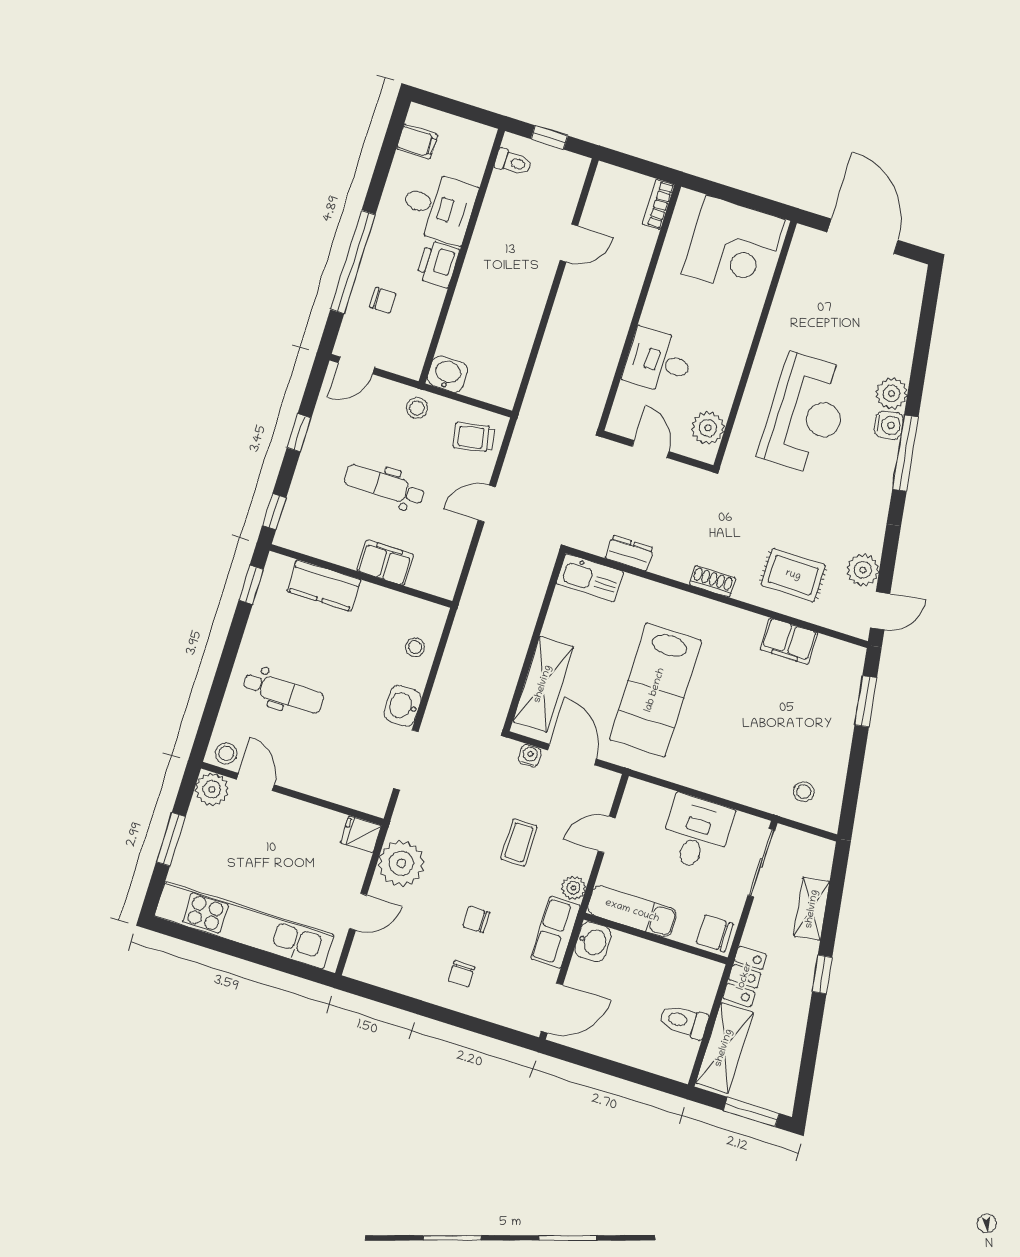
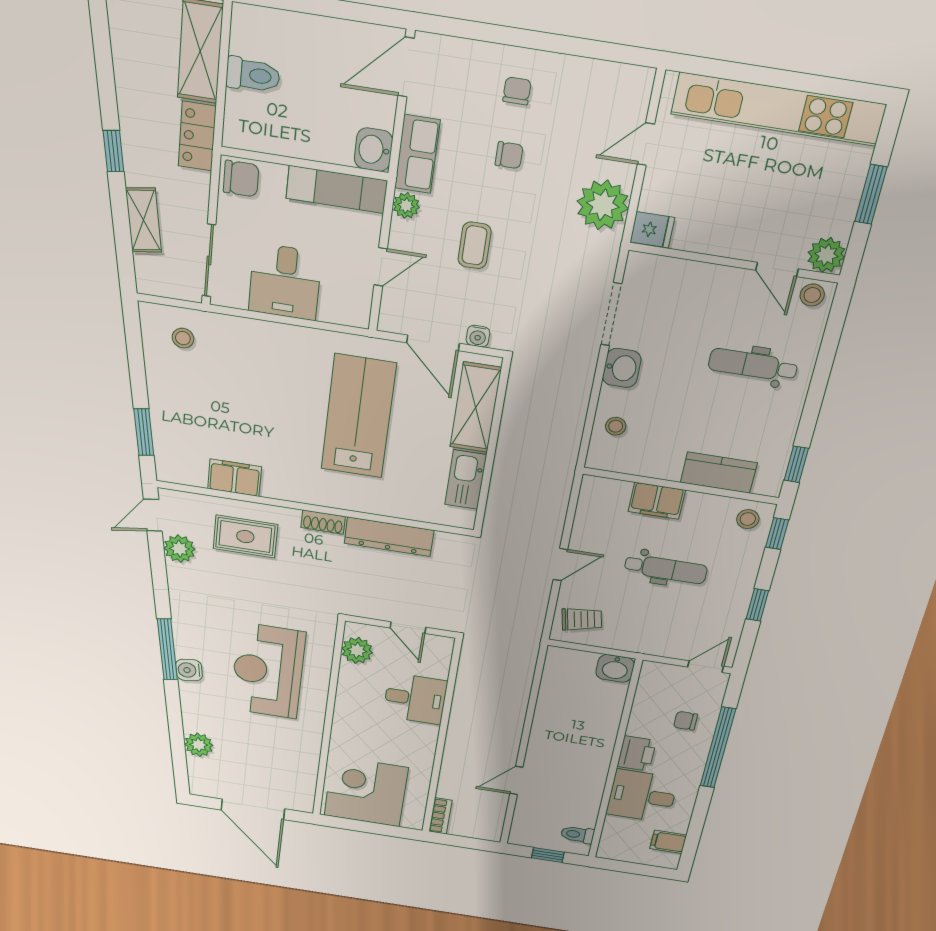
plant: (891, 393) -> (199, 745), moved
stool: (417, 408) -> (748, 519), moved
dresser: (629, 553) -> (389, 537), width x1.96, depth x1.24
kitchen sink: (590, 578) -> (466, 480), moved, turned -90

